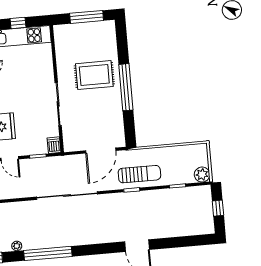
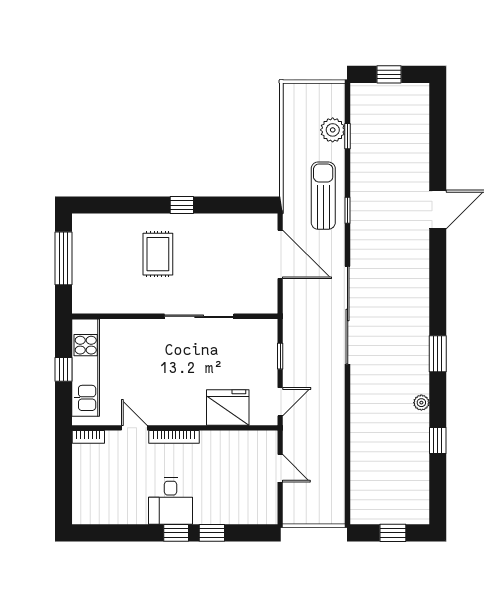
rug: (94, 75) -> (158, 254), width x0.73, depth x0.70
window: (126, 87) -> (182, 205), width x0.32
dishwasher: (54, 145) -> (265, 329), removed
plant: (202, 175) -> (333, 130), moved
window: (48, 253) -> (438, 354), width x0.47

